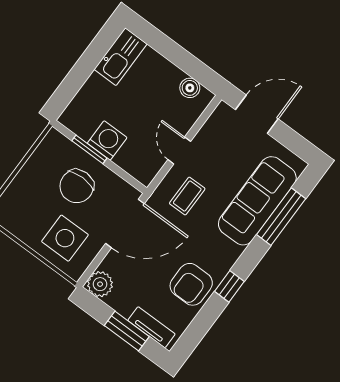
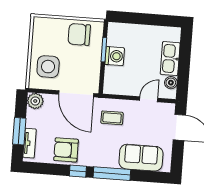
kitchen sink: (120, 57) -> (170, 59), moved, turned 90
door: (179, 150) -> (149, 99), moved
chair: (77, 186) -> (79, 34), moved
sofa: (257, 201) -> (141, 158), width x0.73
window: (281, 217) -> (112, 174), moved

